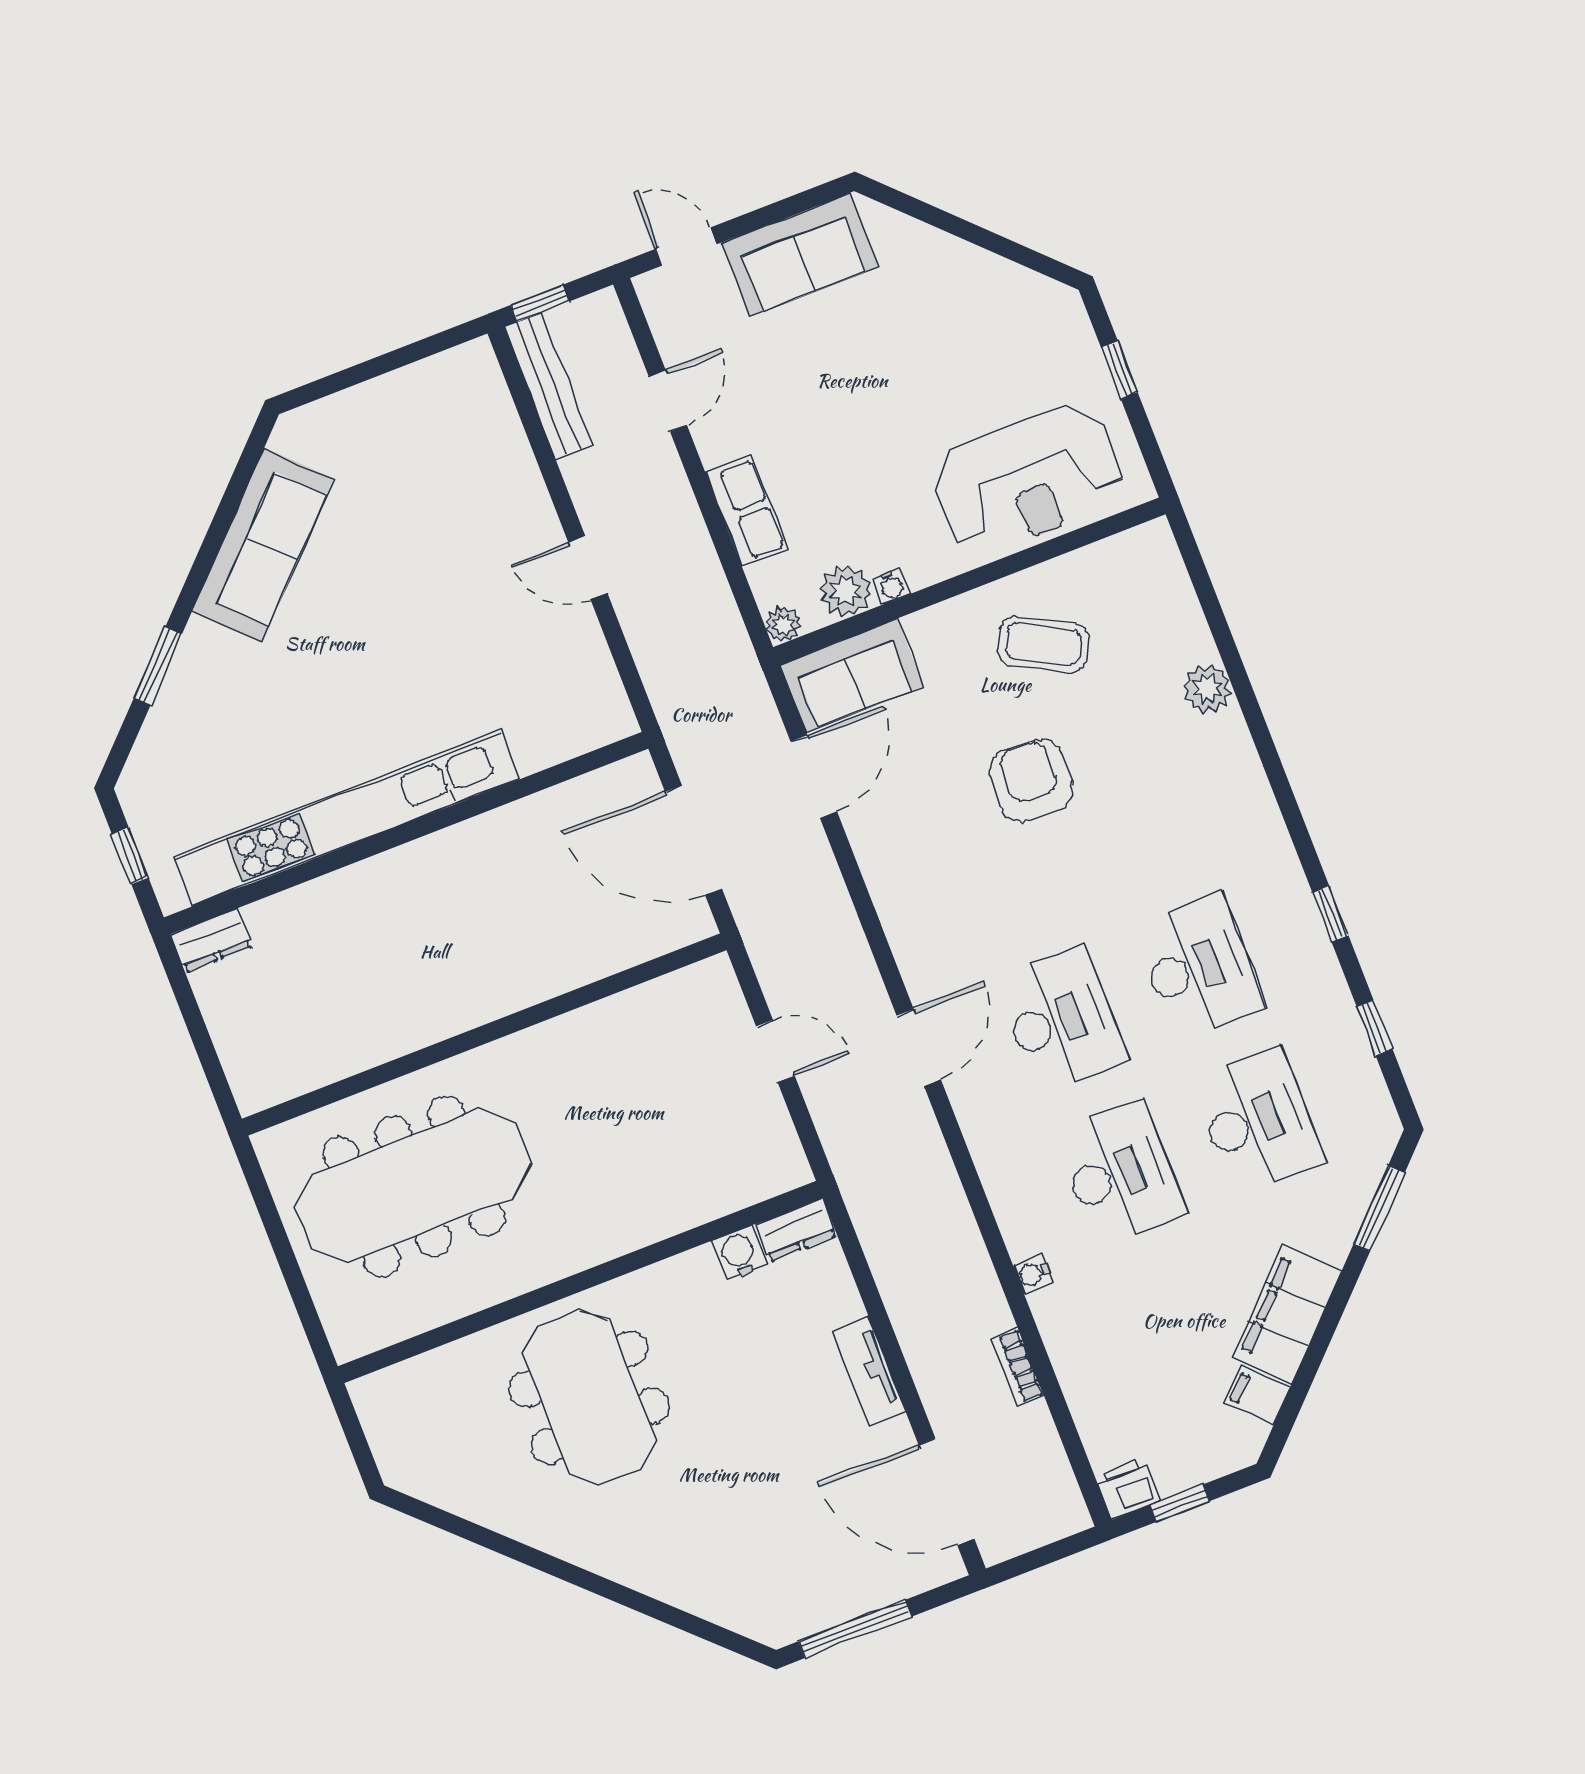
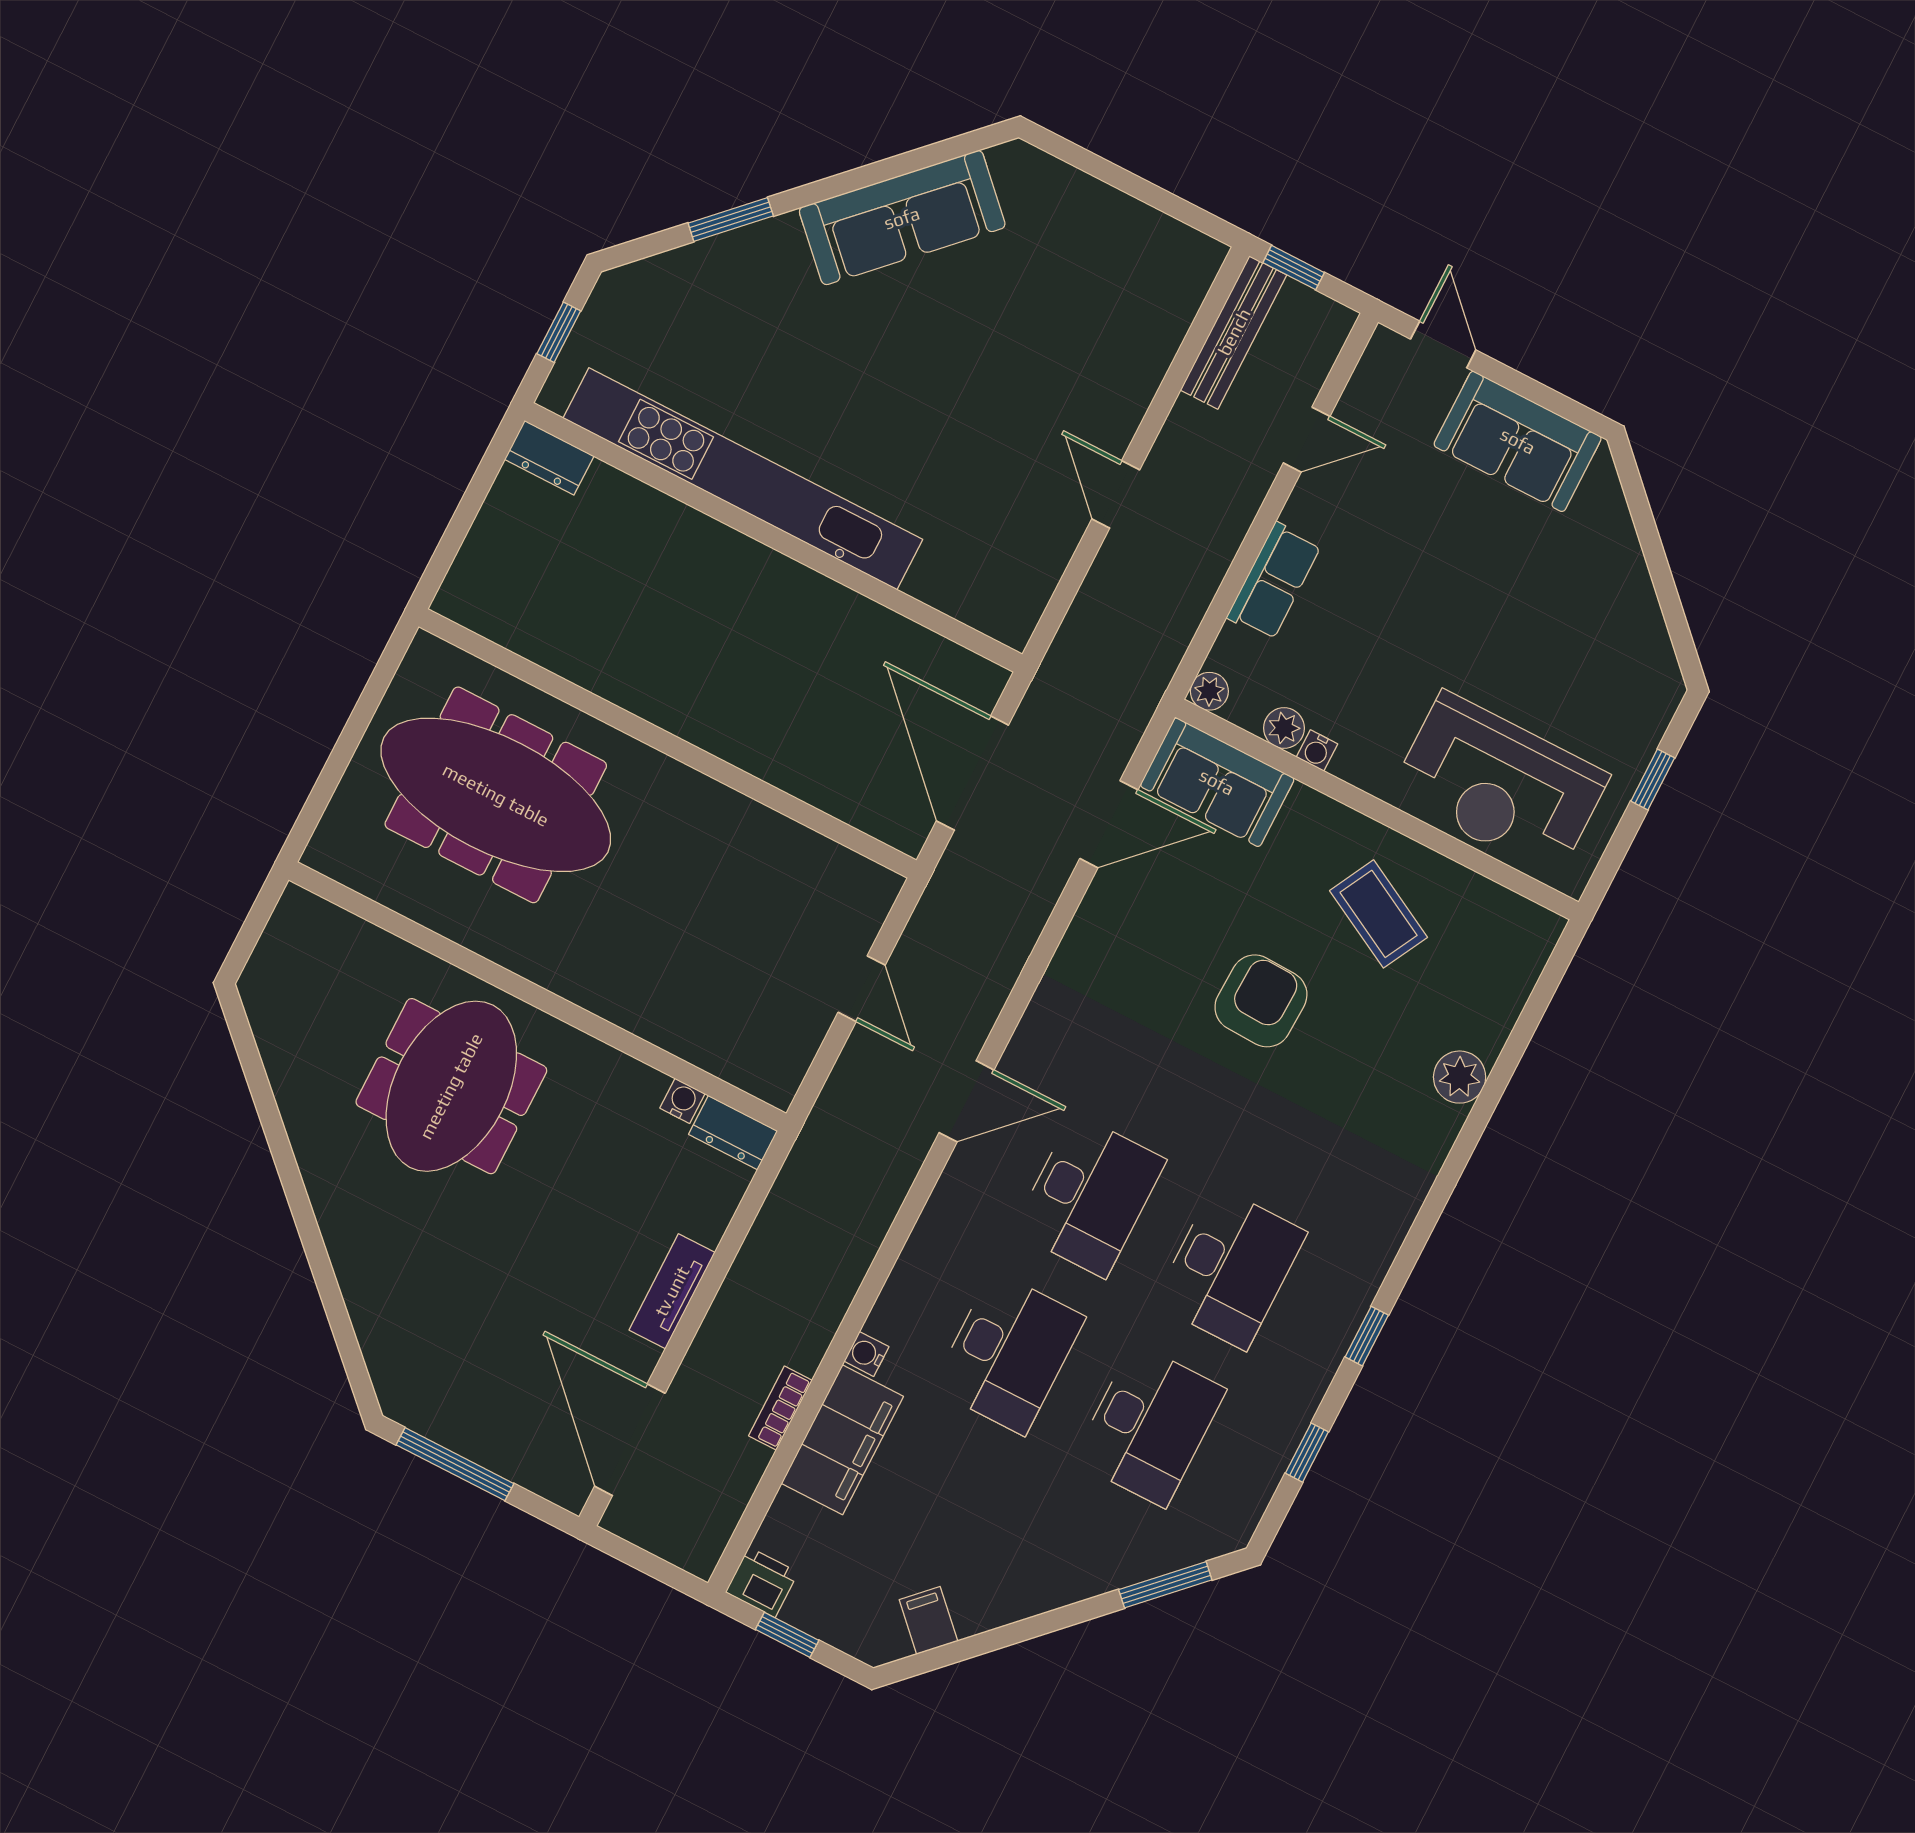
plant: (846, 591) -> (1284, 728), width x0.73, depth x0.73
water cooler: (739, 1253) -> (682, 1101), width x0.72, depth x0.72
filing cabinet: (1287, 1315) -> (842, 1440), moved, turned 135

